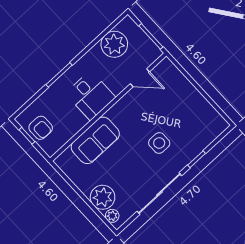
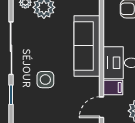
filing cabinet: (116, 83) -> (113, 87), added
sofa: (95, 140) -> (87, 46), width x1.36

